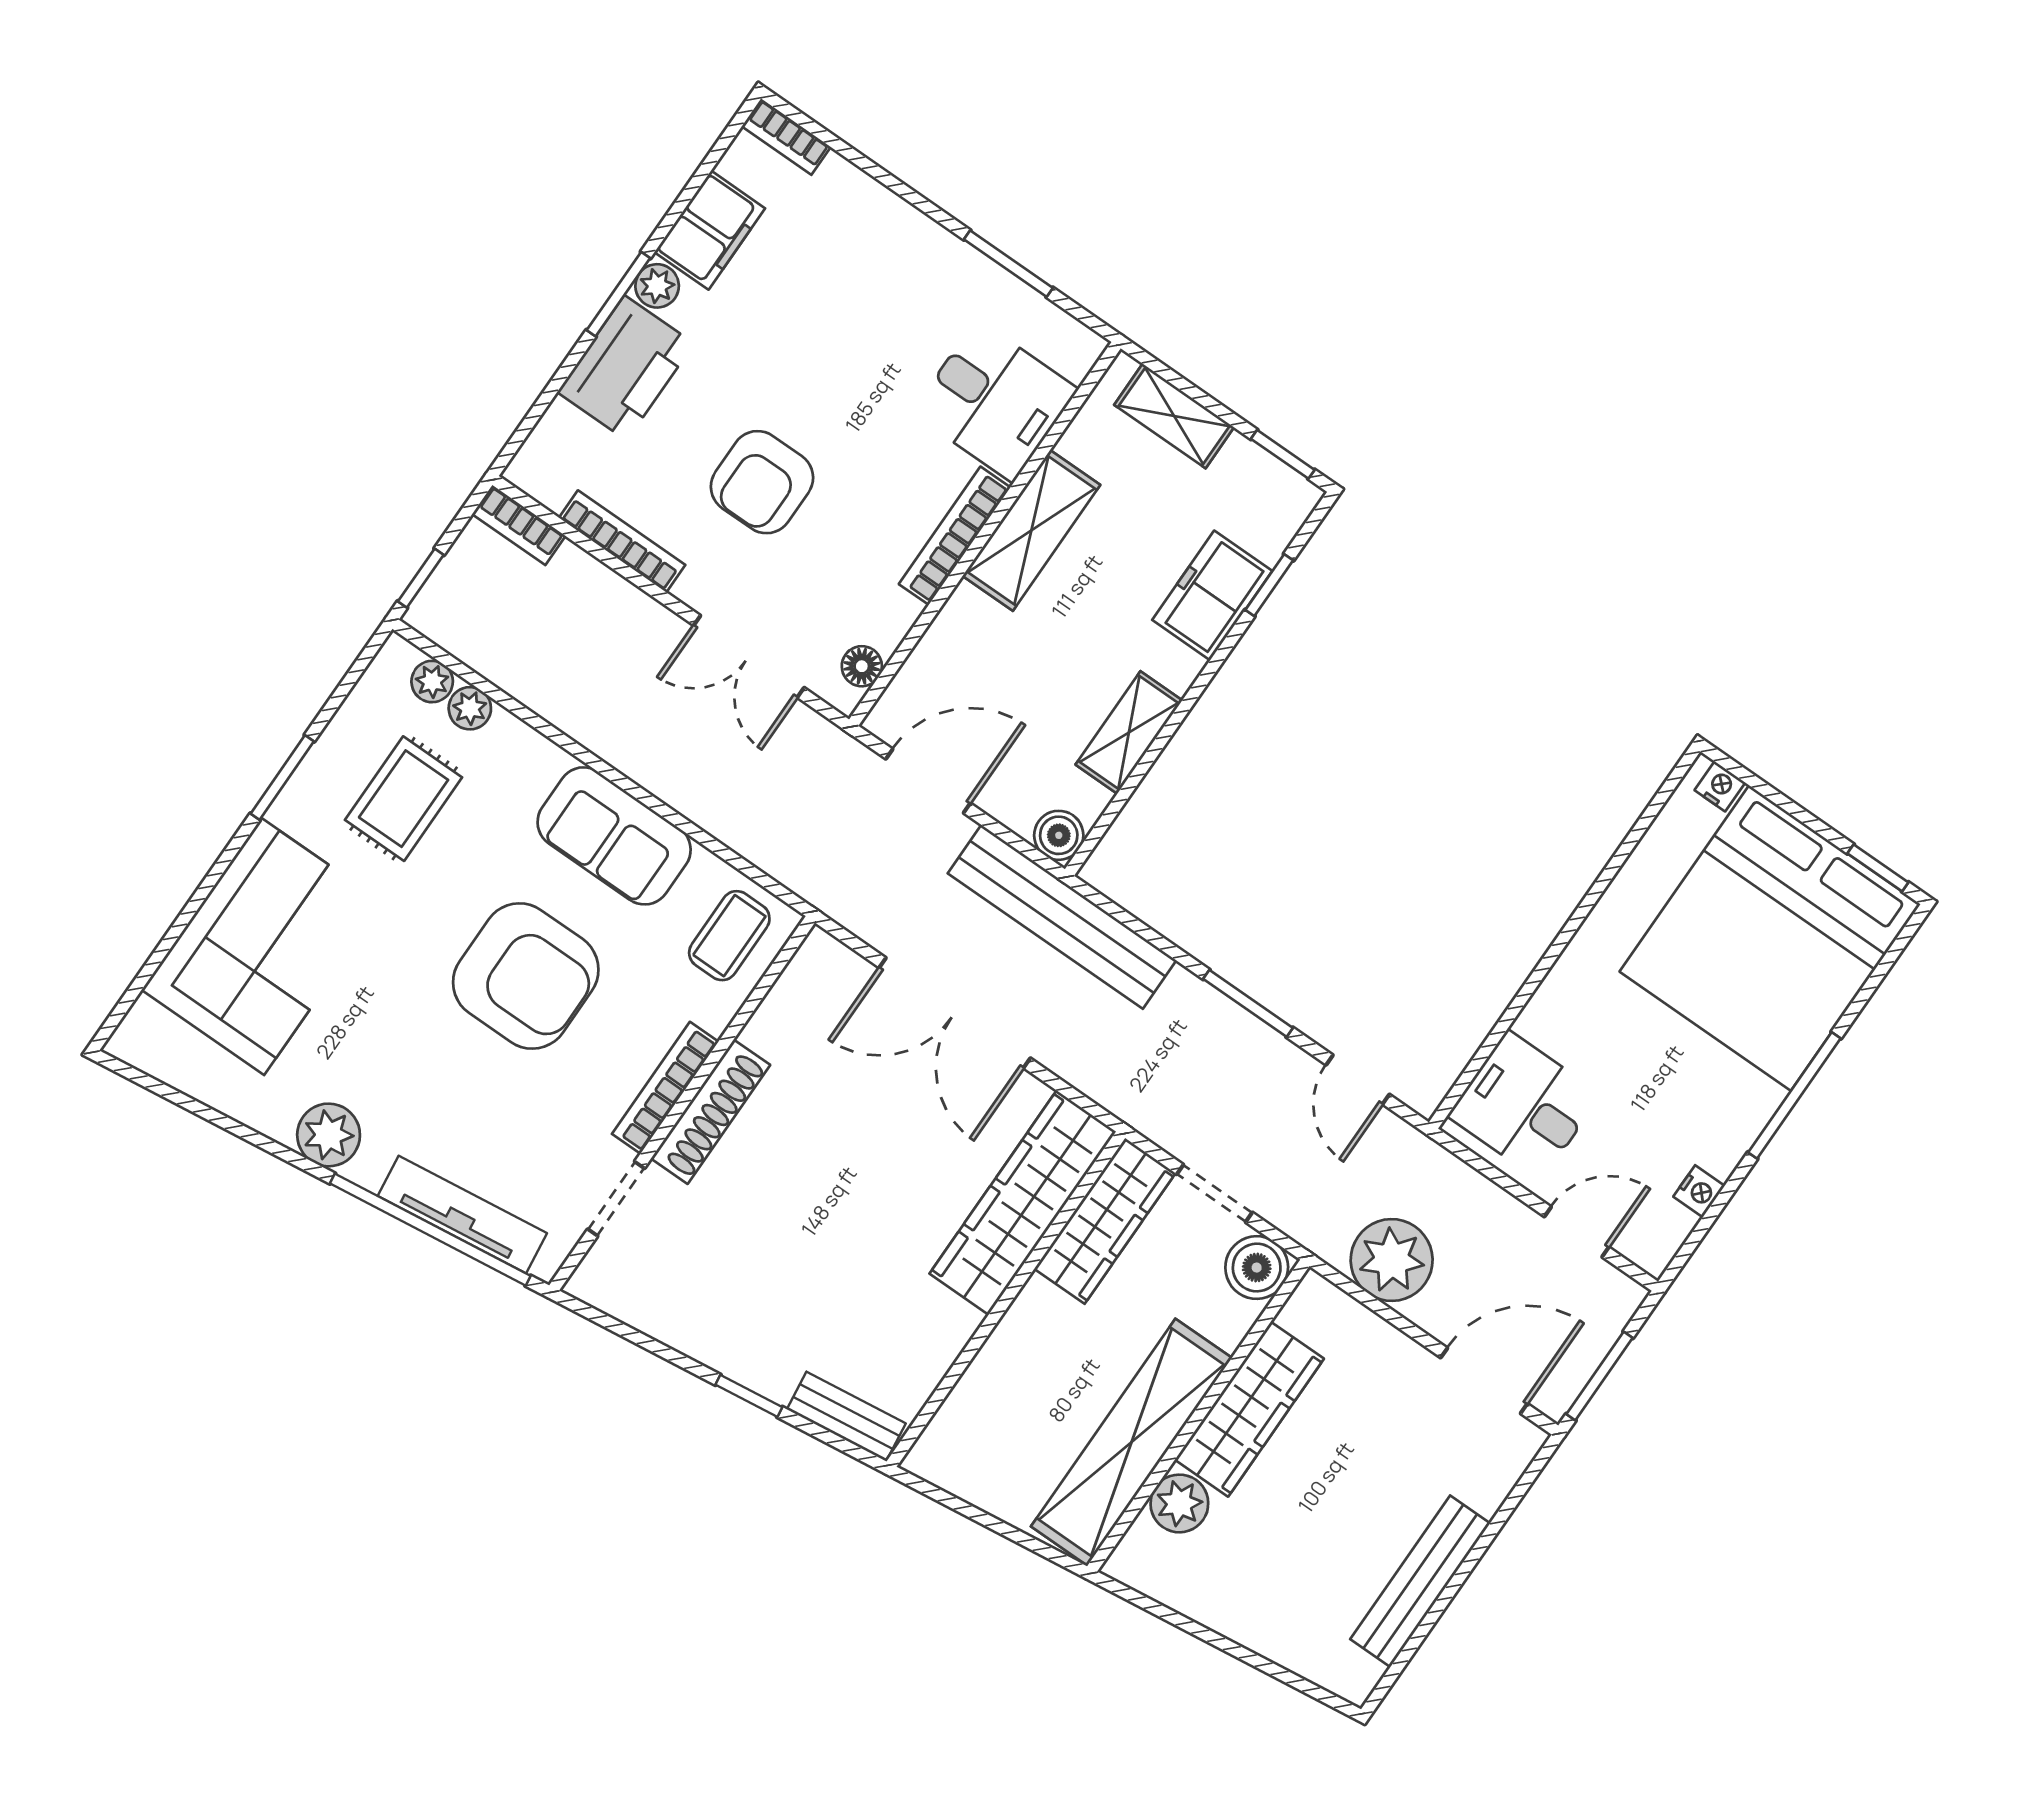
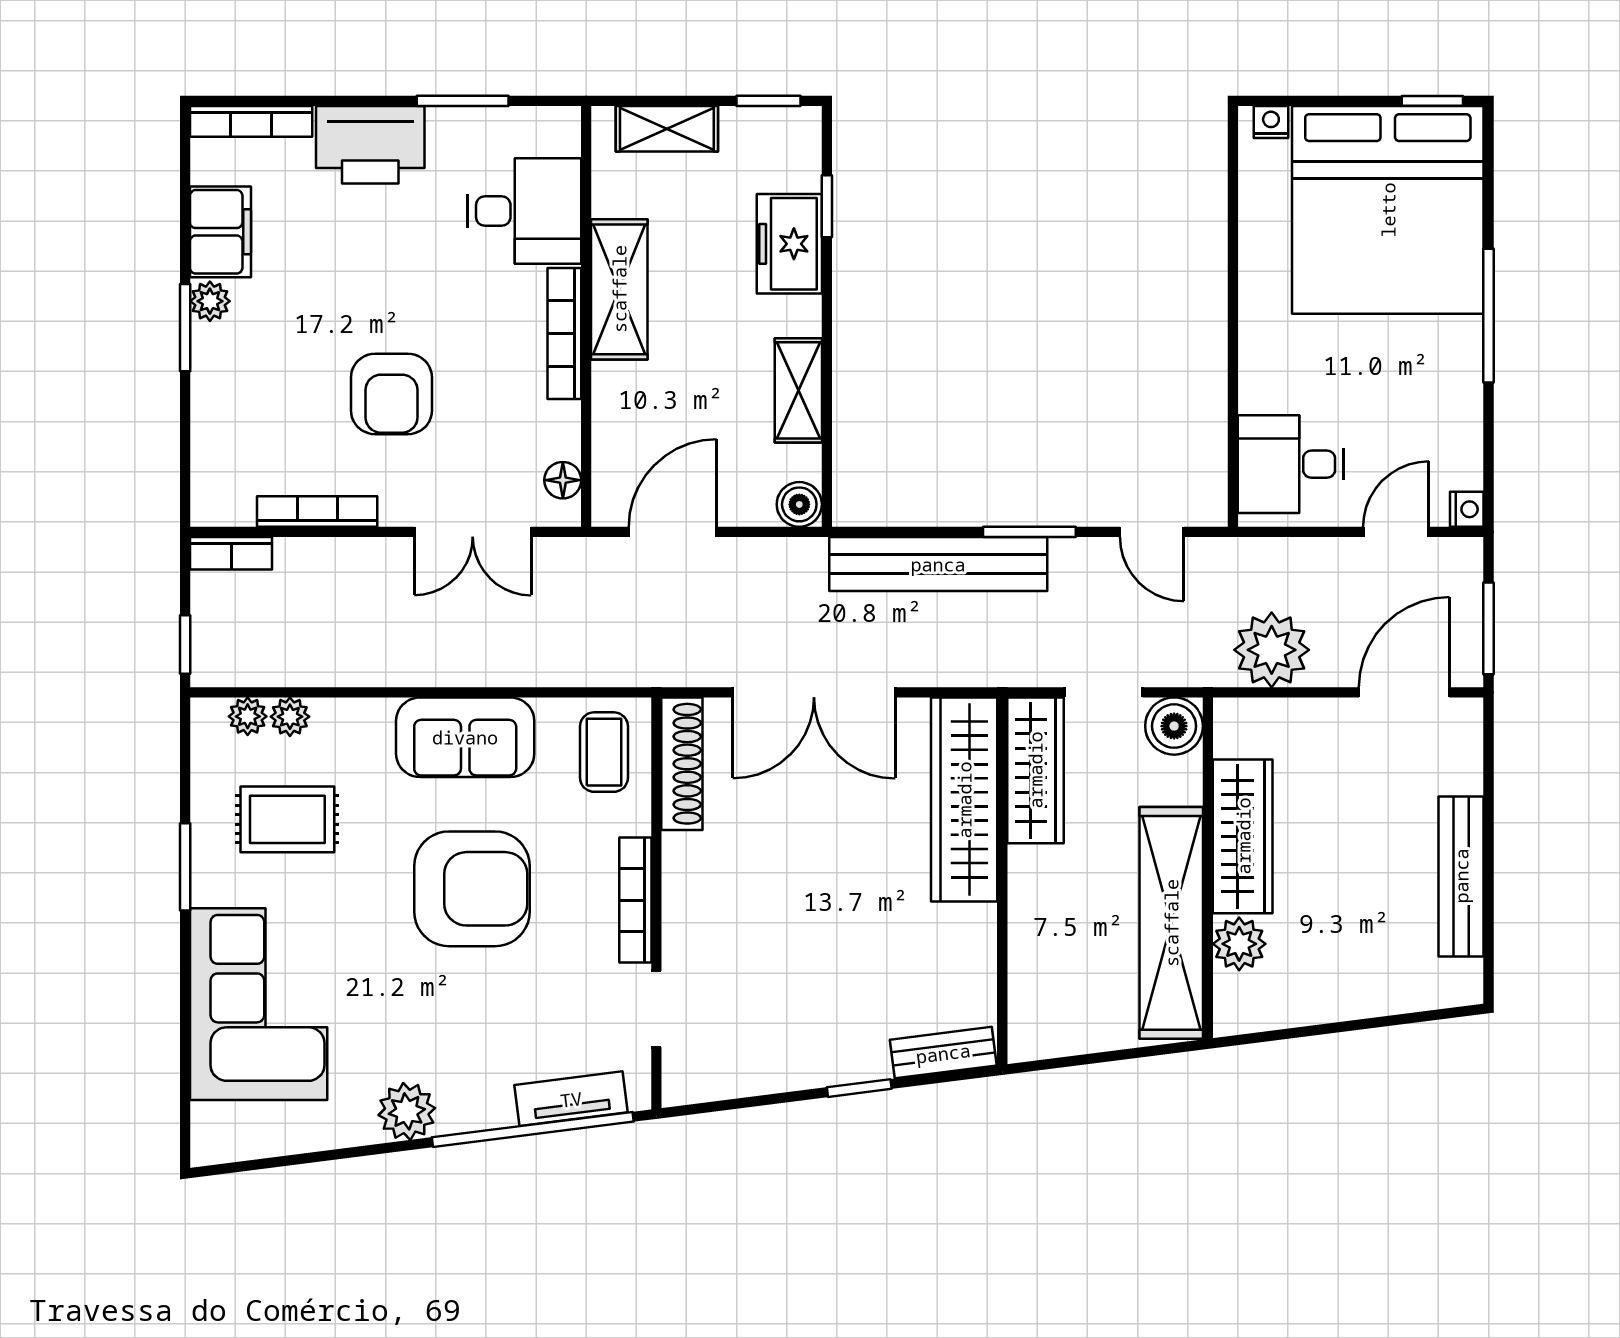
bookcase: (786, 137) -> (251, 121), width x1.56
printer: (626, 368) -> (370, 145), moved, turned 90
rug: (404, 799) -> (287, 819), turned 90
bench: (1062, 917) -> (938, 564), moved
shoe rack: (711, 1112) -> (682, 764), moved
nightstand: (1699, 1191) -> (1467, 509), moved
tv unit: (462, 1215) -> (571, 1099), width x0.71

